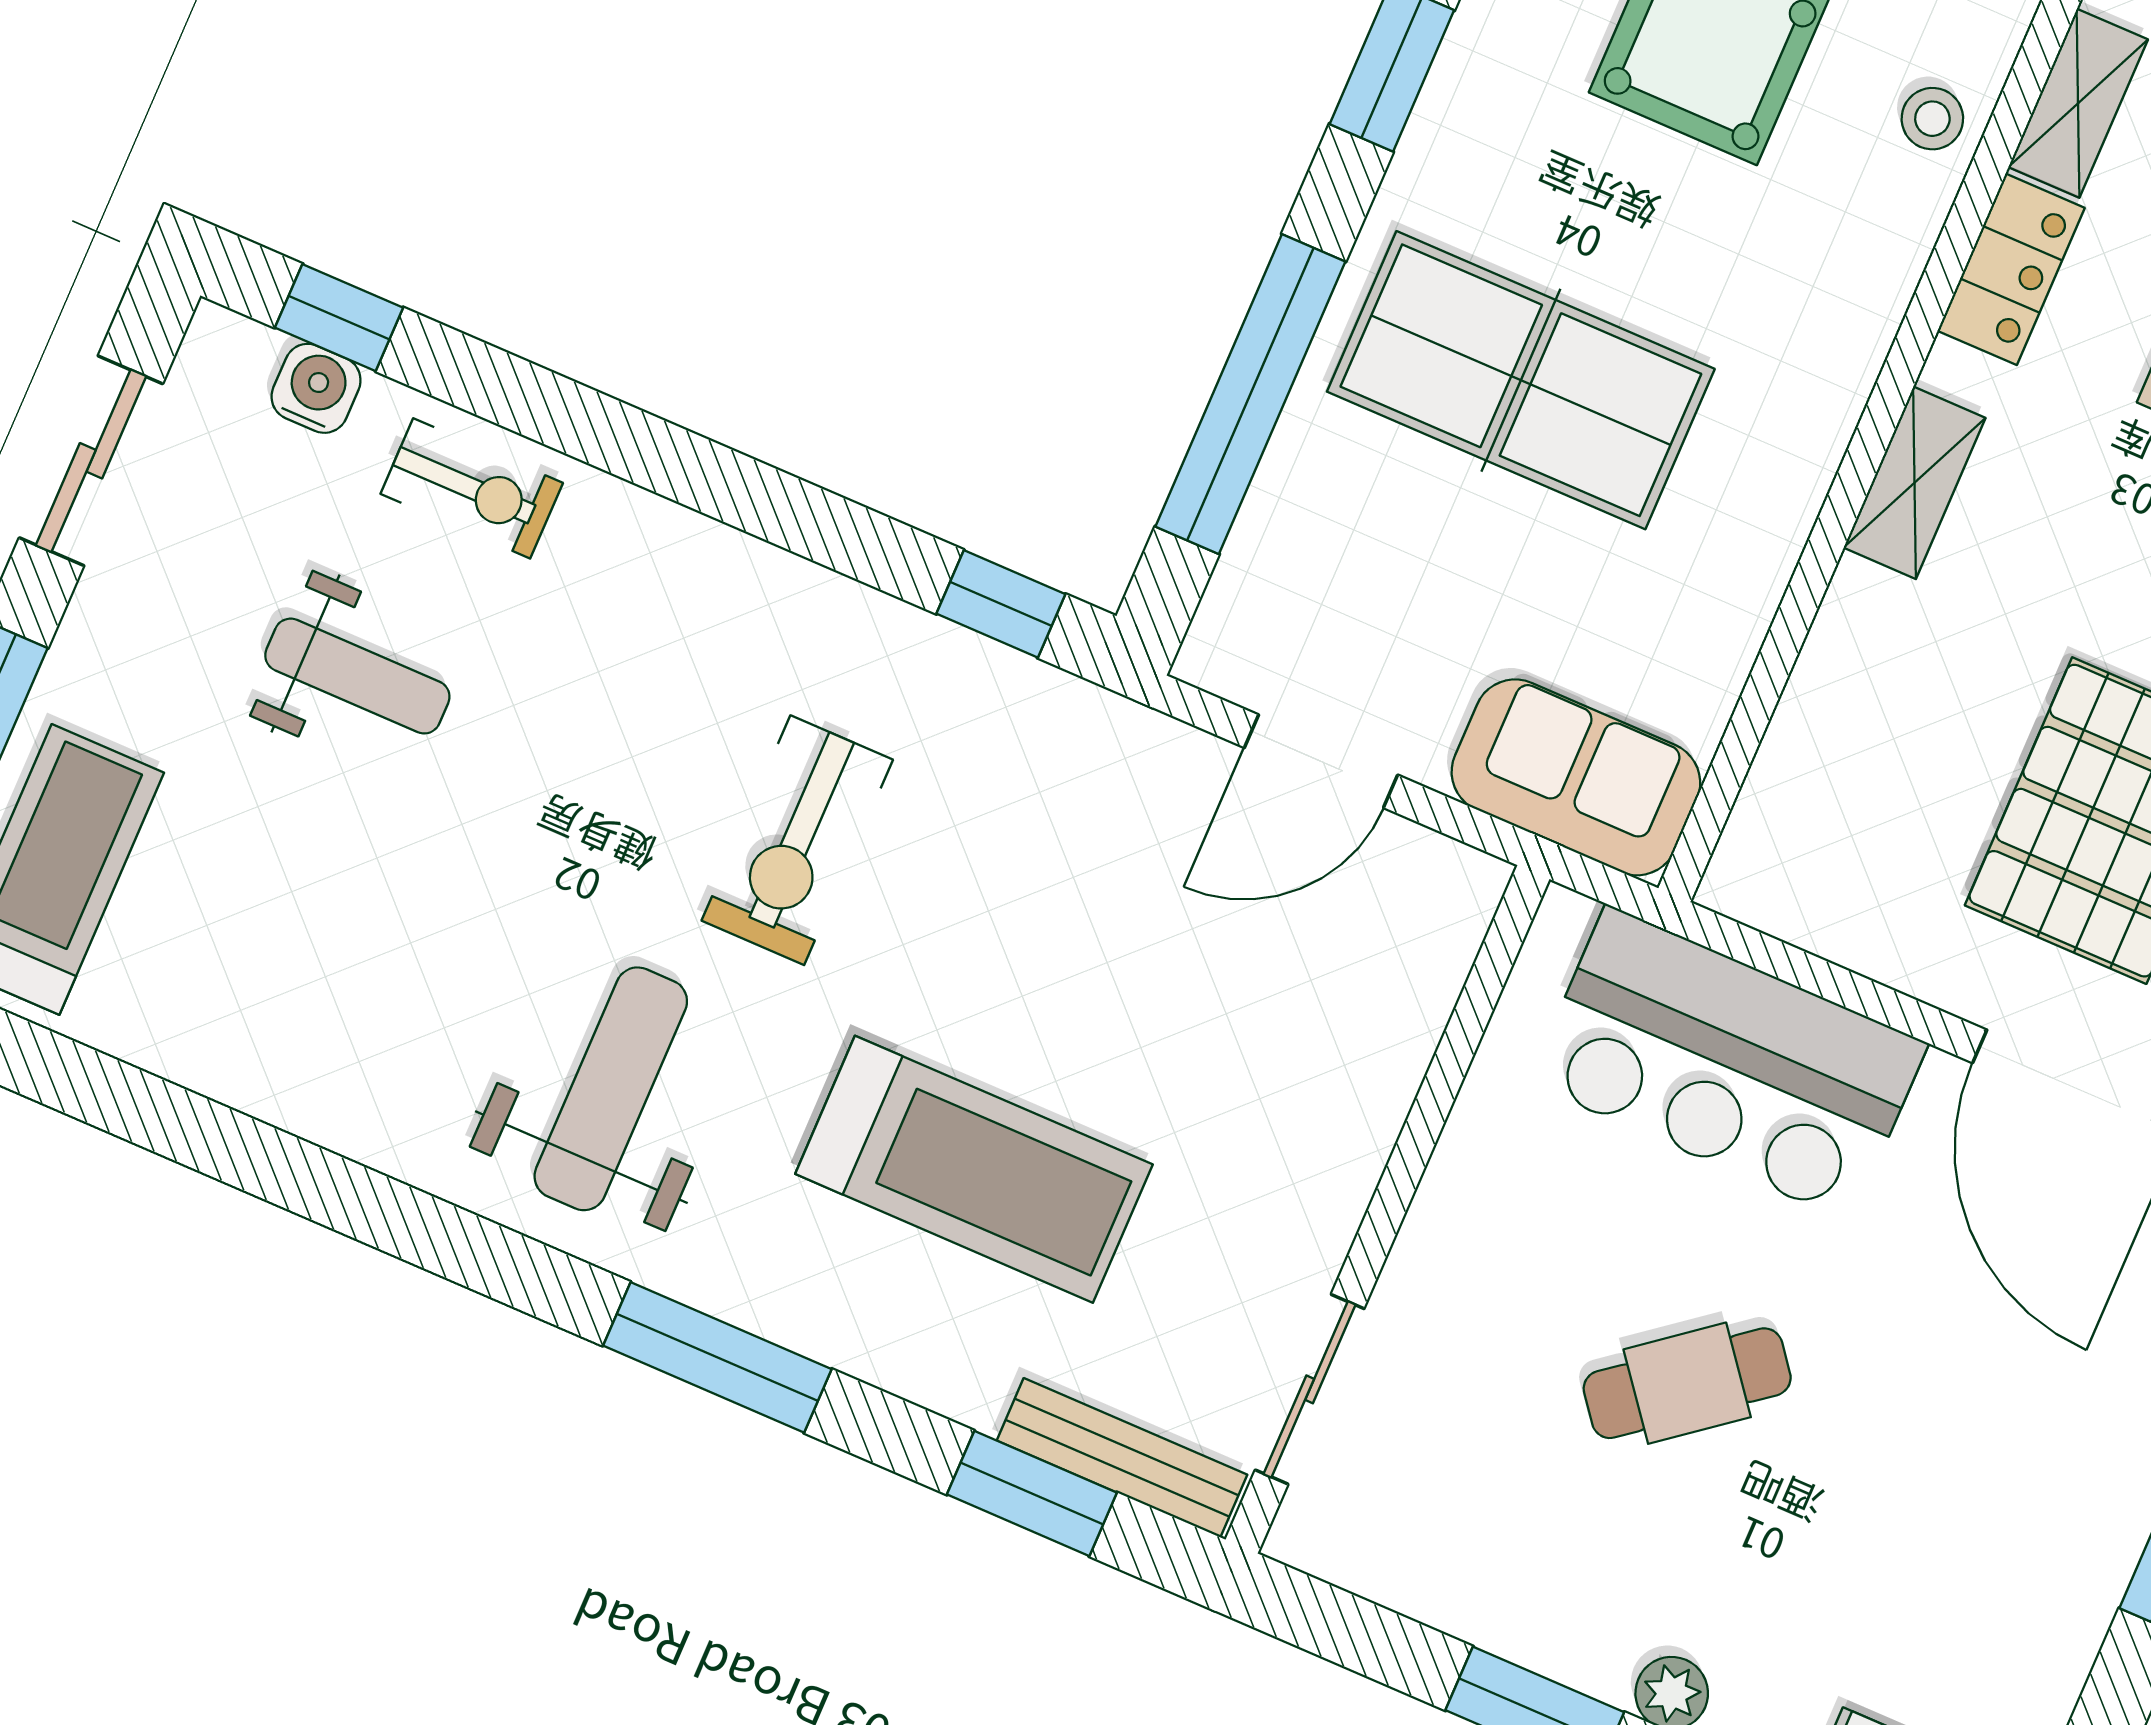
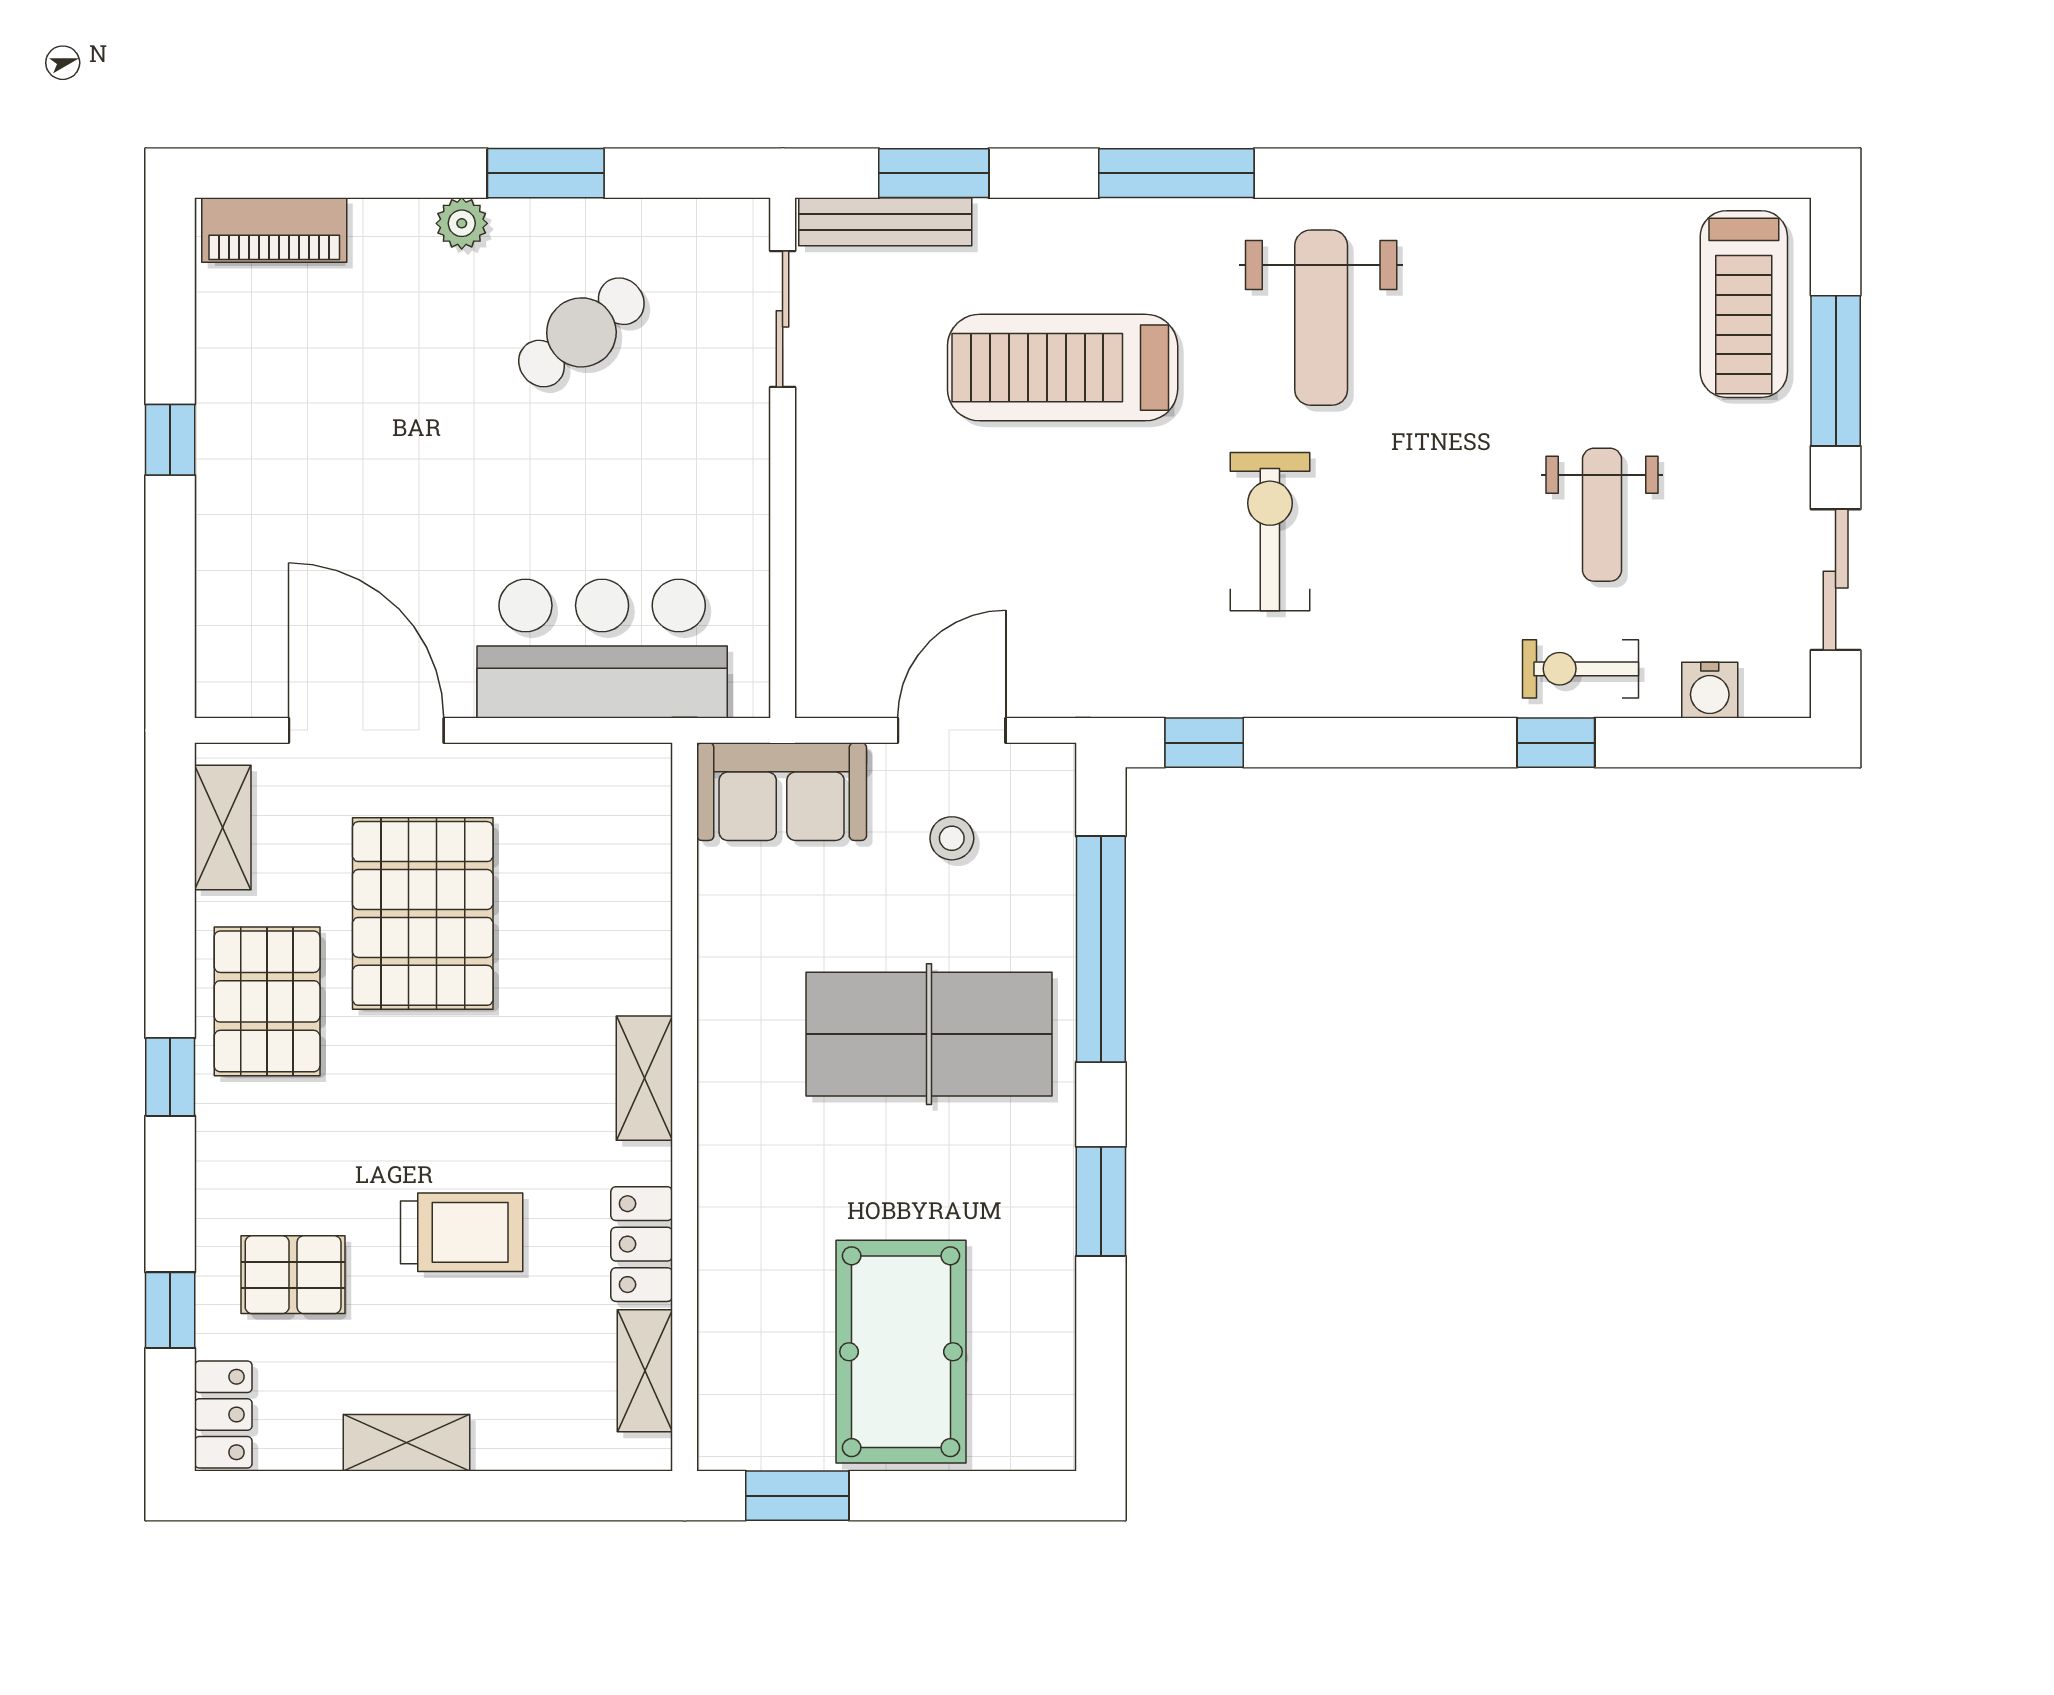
stool: (1932, 119) -> (952, 838), moved
window: (339, 318) -> (1556, 743), moved
weight bench: (357, 676) -> (1602, 515), turned -90
cafe table: (1687, 1383) -> (581, 332), moved

